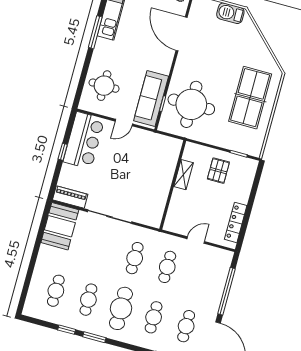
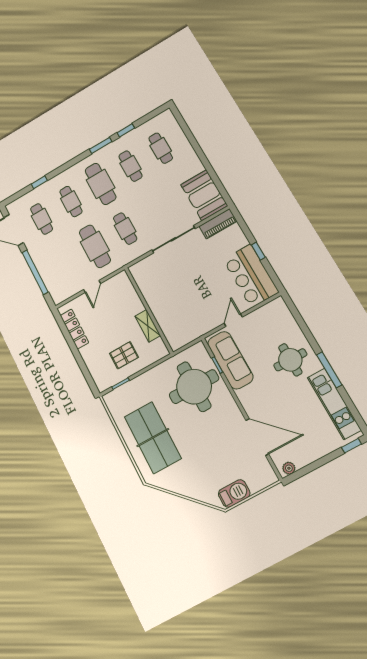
round table: (104, 86) -> (290, 360), moved
pallet: (218, 171) -> (124, 355), turned 90
cafe table: (167, 267) -> (95, 246), width x1.37, depth x1.35

